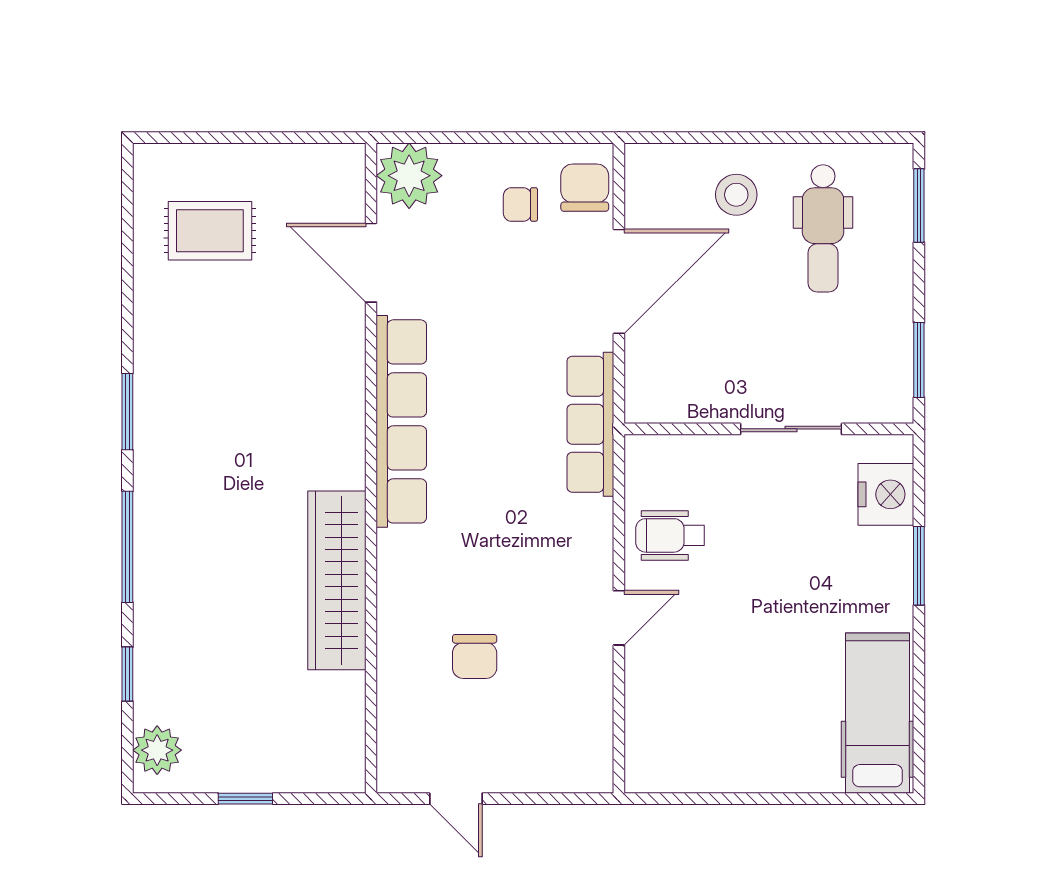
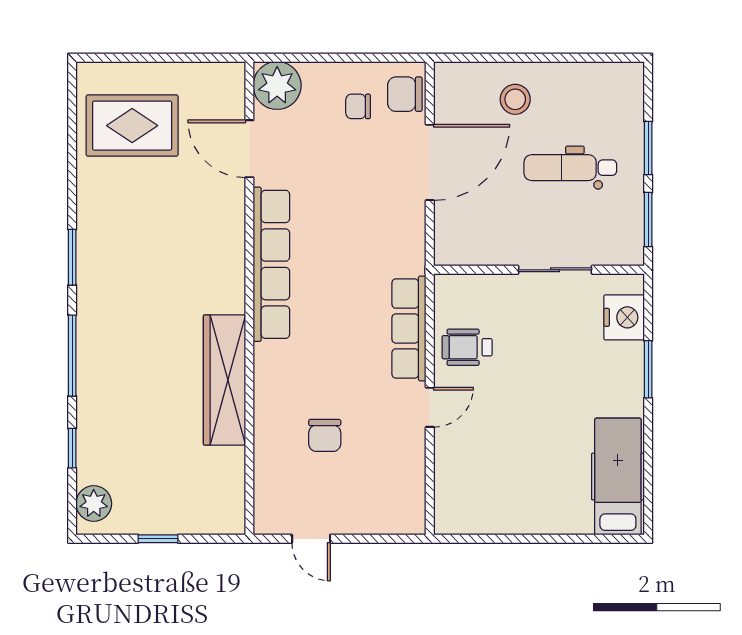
chair: (585, 188) -> (405, 94), turned -90
window: (919, 206) -> (648, 148), moved
dental chair: (823, 228) -> (570, 168), moved, turned 90
rug: (210, 231) -> (132, 126), width x1.36, depth x1.43
row of seats: (590, 424) -> (409, 328), moved

